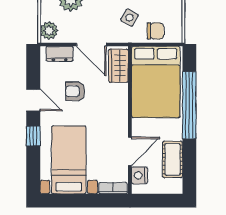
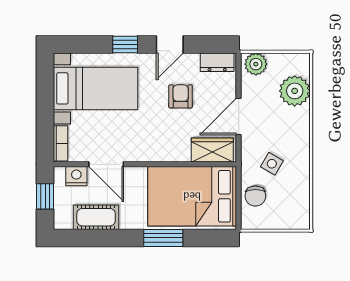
dresser: (60, 54) -> (217, 62), moved, turned -90
window: (189, 105) -> (163, 238), width x0.47
window: (156, 201) -> (45, 196), added

